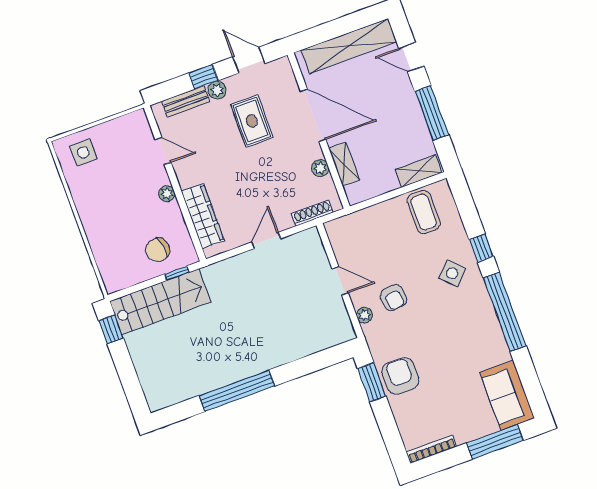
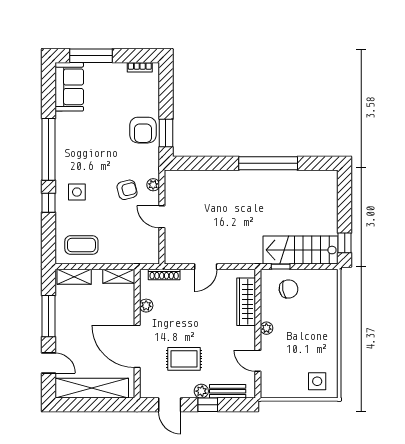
rug: (252, 121) -> (184, 359), turned 90
shelving: (344, 164) -> (119, 276), moved, turned 90
coffee table: (424, 212) -> (81, 245), turned 90
side table: (452, 273) -> (77, 192), turned 45
armchair: (393, 298) -> (127, 190), turned 83
bookcase: (432, 449) -> (140, 67), width x0.64

